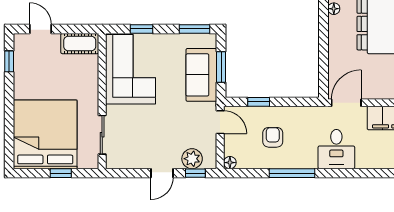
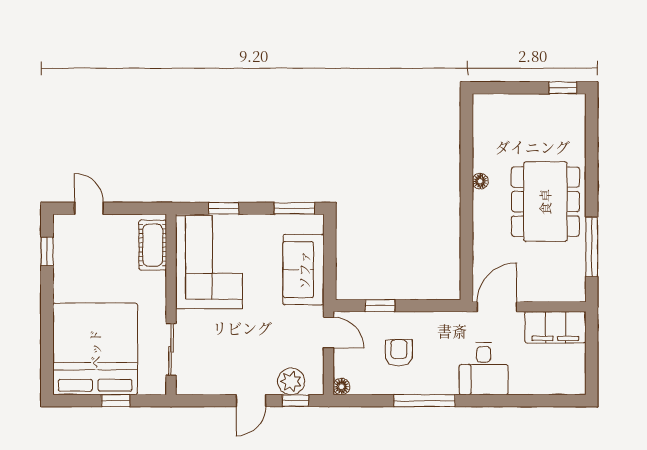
cot: (80, 44) -> (153, 245), moved, turned 90
window: (221, 67) -> (330, 259), removed

